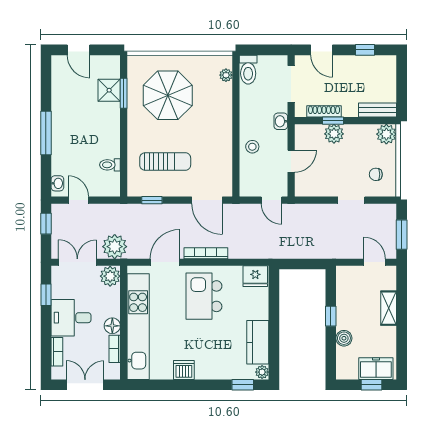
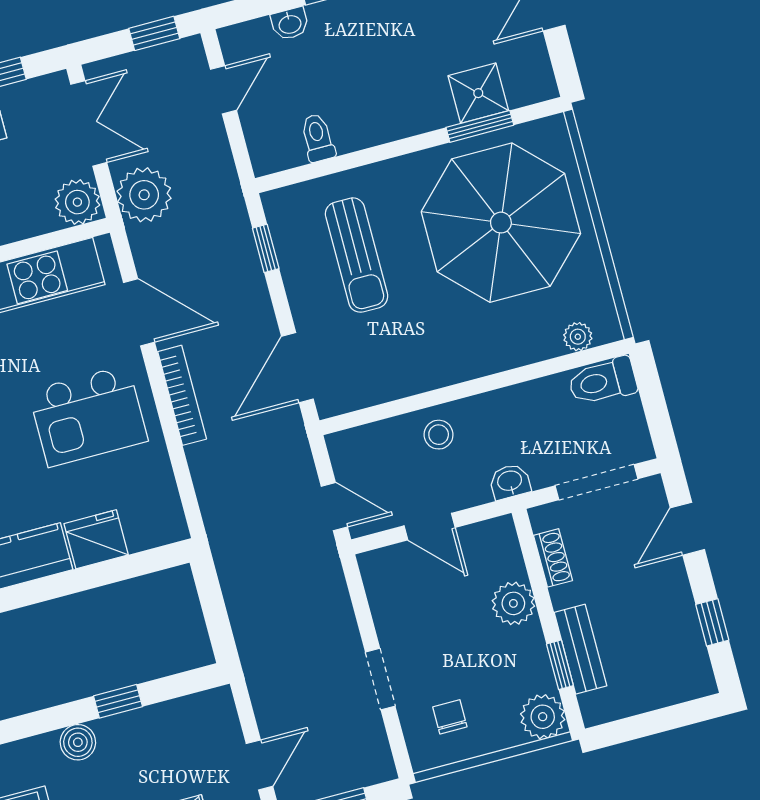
parasol: (168, 95) -> (501, 223), width x1.36, depth x1.36
bench: (378, 110) -> (580, 649), moved
shoe rack: (324, 111) -> (553, 558), width x0.70
window: (333, 121) -> (560, 665), moved
washbasin: (57, 183) -> (290, 24), moved
door: (271, 200) -> (334, 507), swing flipped
fridge: (255, 276) -> (96, 539), moved, turned 90
kitchen island: (204, 296) -> (88, 416), turned 180

